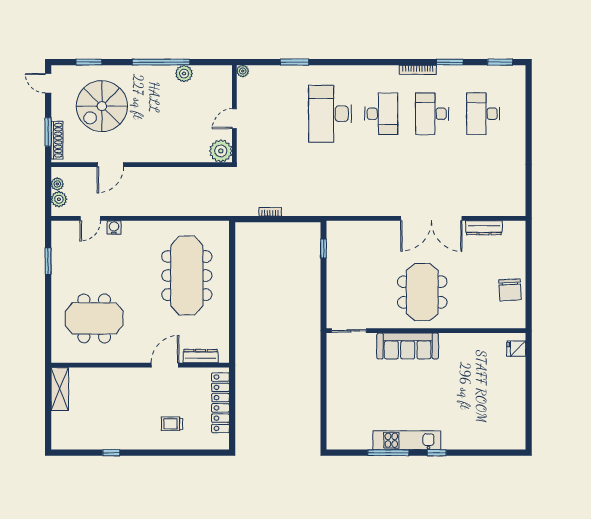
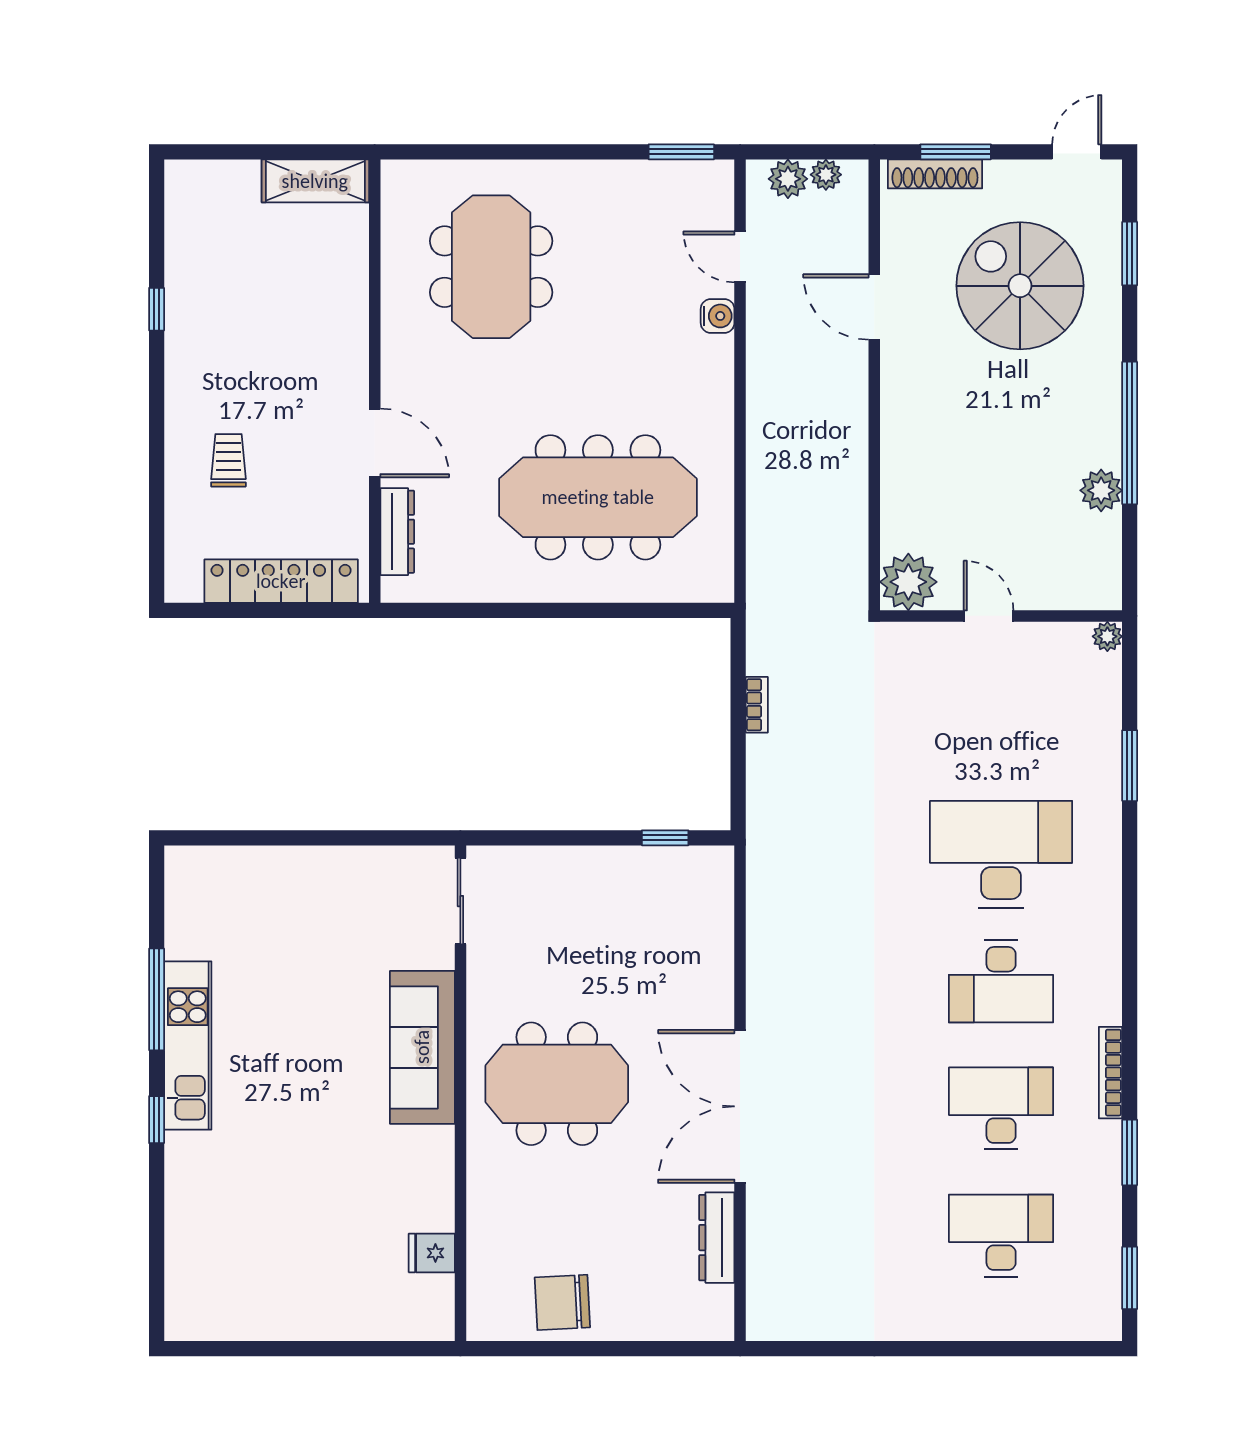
window: (48, 261) -> (681, 152), moved
fridge: (516, 349) -> (432, 1253), moved, turned -90

